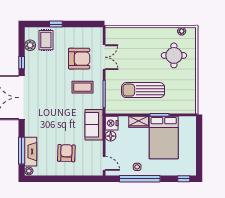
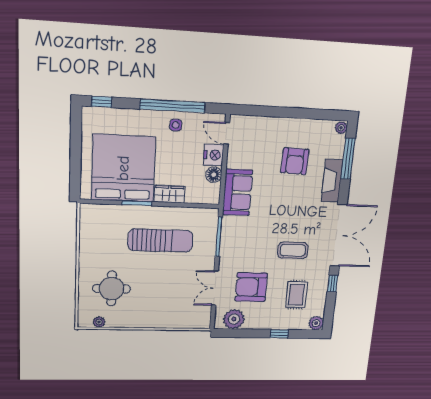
plant: (89, 35) -> (234, 319), added
rug: (46, 40) -> (296, 295), moved
plant: (30, 45) -> (316, 323), moved
coffee table: (83, 87) -> (293, 250), moved
nightstand: (112, 123) -> (214, 155), moved
bed: (164, 138) -> (123, 168), width x1.36
fireplace: (31, 152) -> (332, 181), moved
armchair: (66, 153) -> (295, 161), moved

